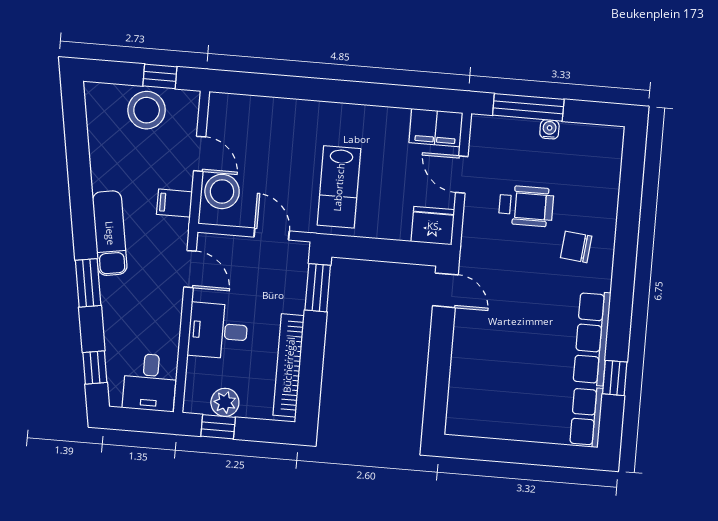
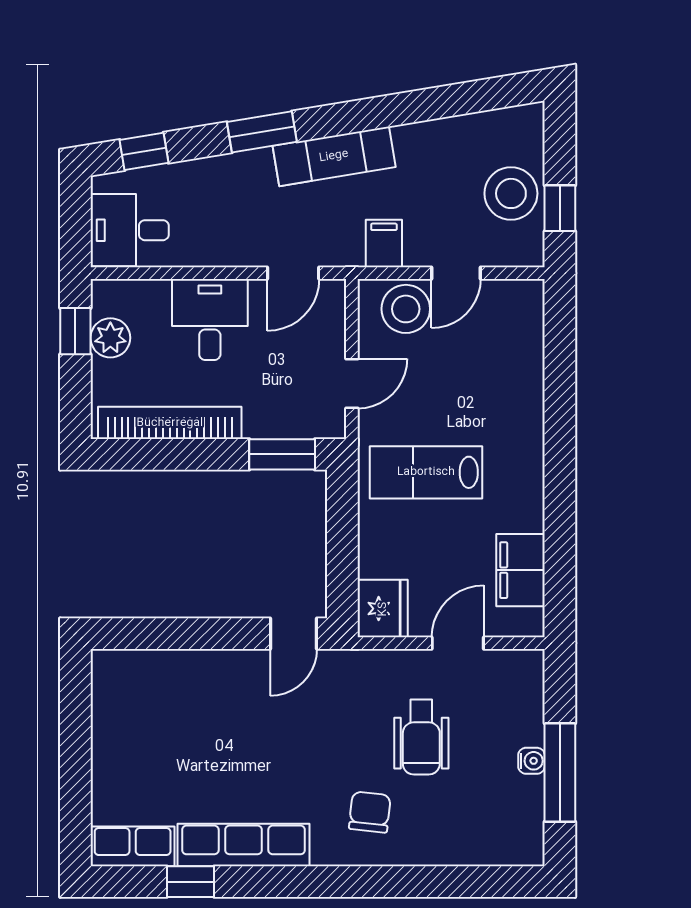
window: (528, 107) -> (560, 772), moved
filing cabinet: (436, 128) -> (521, 570), moved

